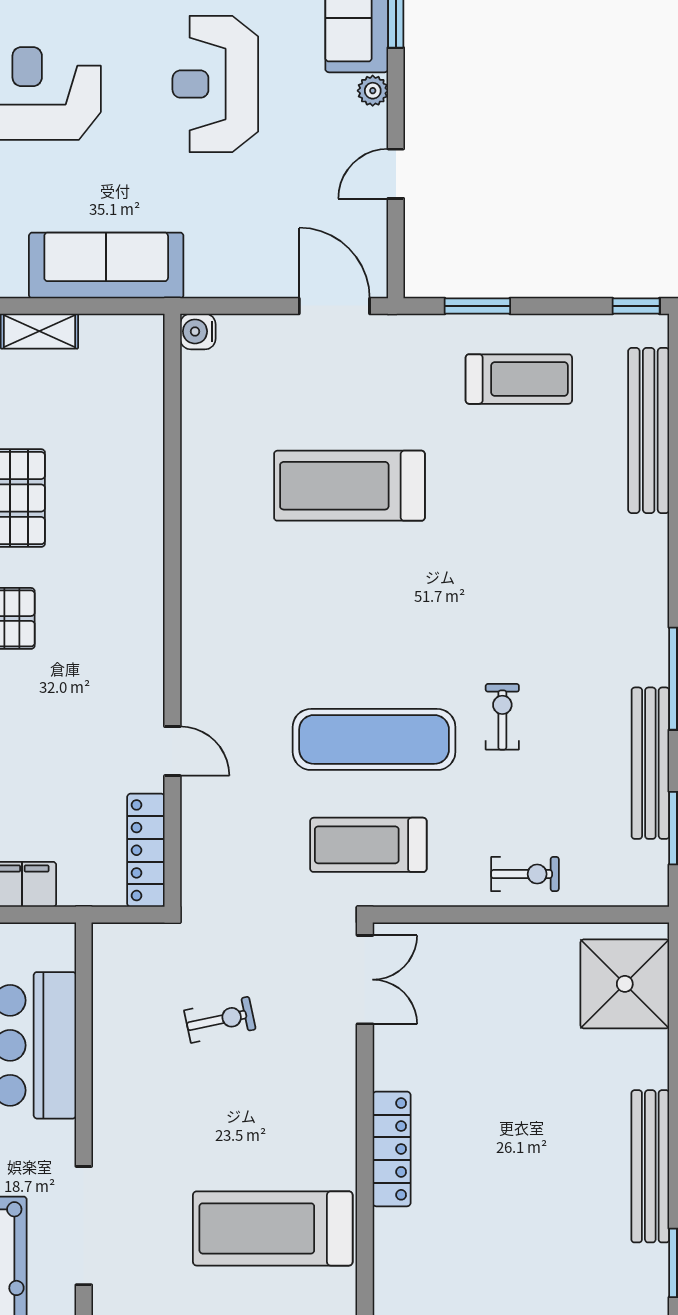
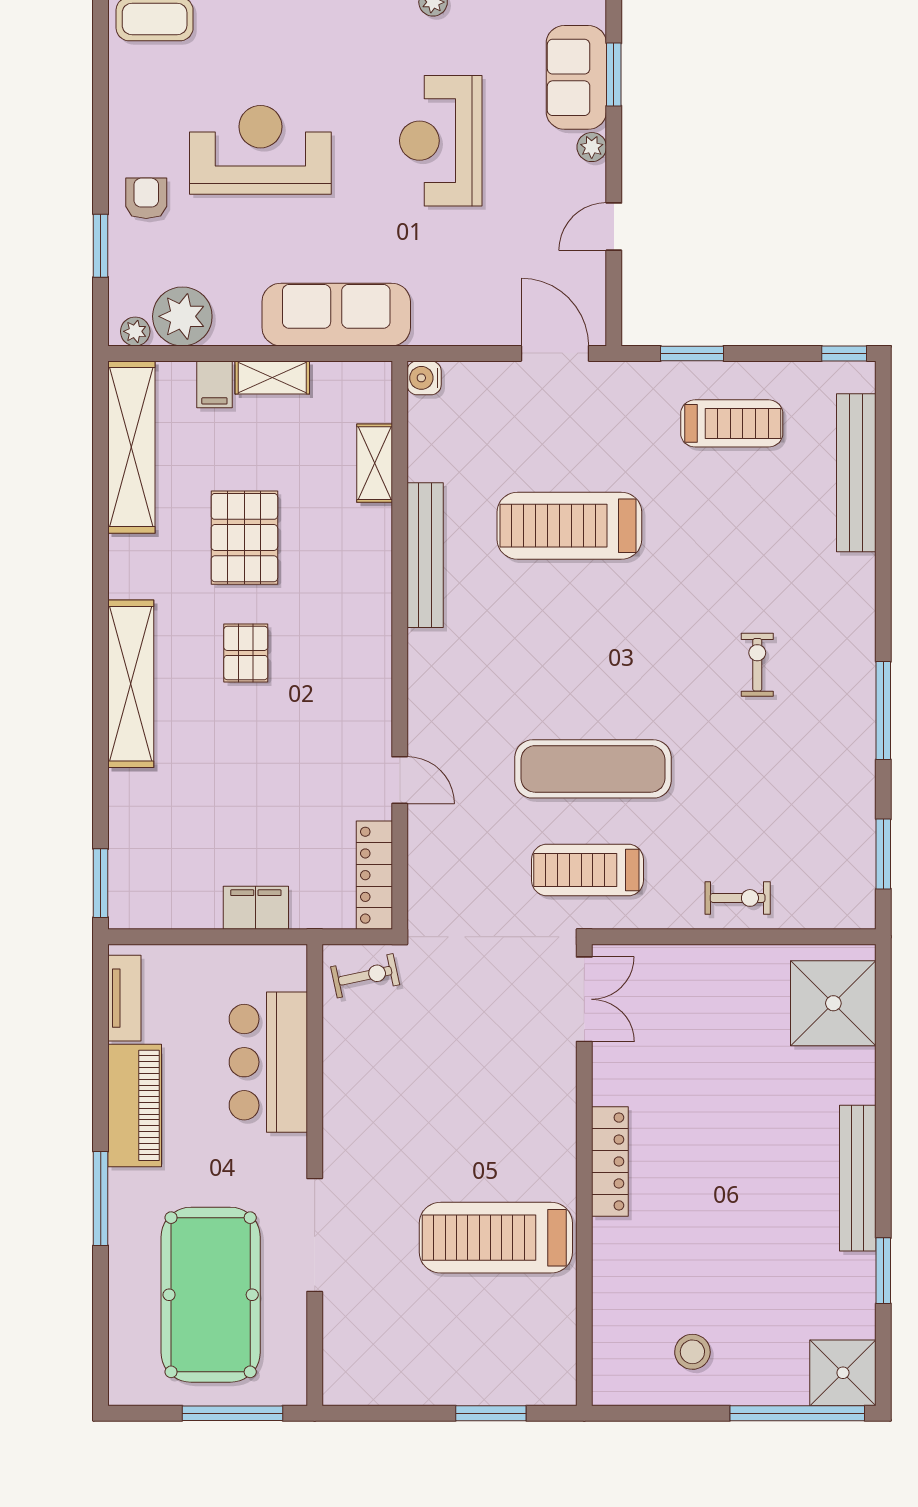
shelving: (146, 420) -> (375, 463), added
exercise bike: (502, 717) -> (757, 665), moved
bench: (650, 763) -> (425, 555), moved
exercise bike: (220, 1020) -> (365, 976), moved

